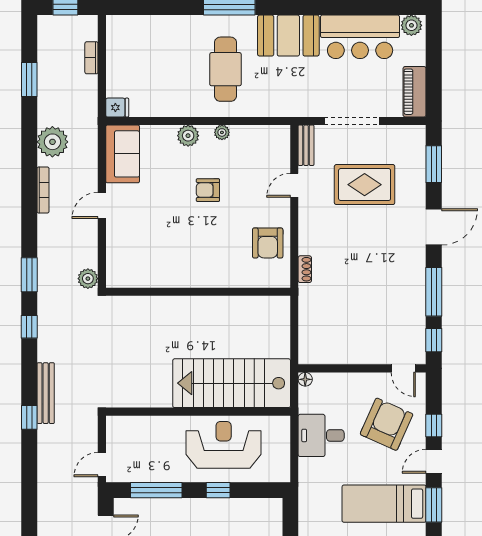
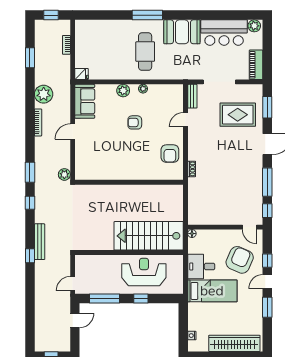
rug: (365, 185) -> (238, 115), moved
bed: (384, 504) -> (212, 291), moved, turned 180

